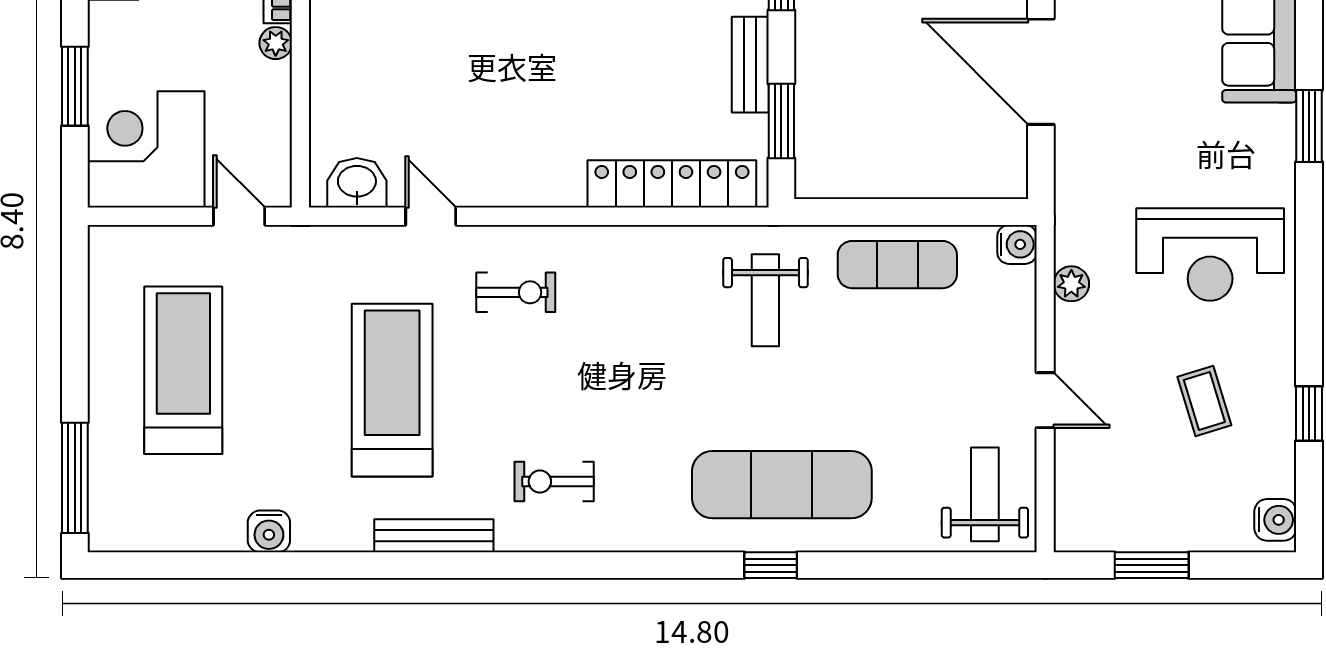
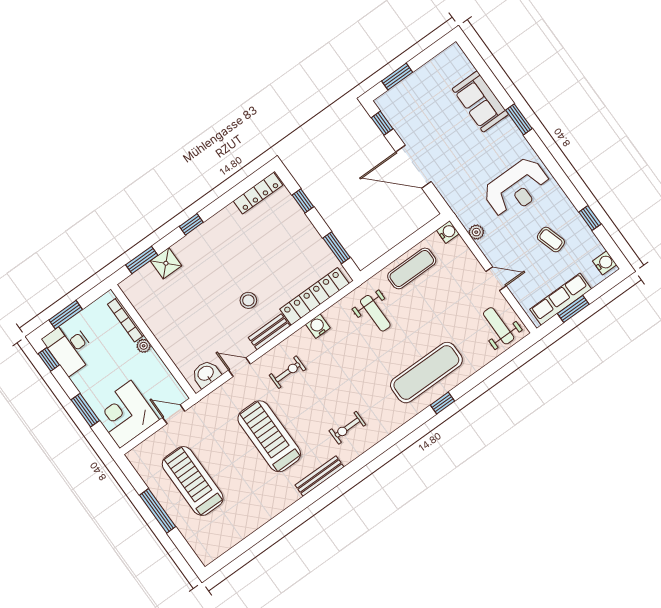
bench: (750, 65) -> (269, 332), moved, turned 90
stool: (540, 100) -> (248, 300), added
window: (75, 478) -> (158, 511), moved
row of seats: (1141, 529) -> (561, 299), added
water cooler: (269, 531) -> (318, 326), moved, turned 180

